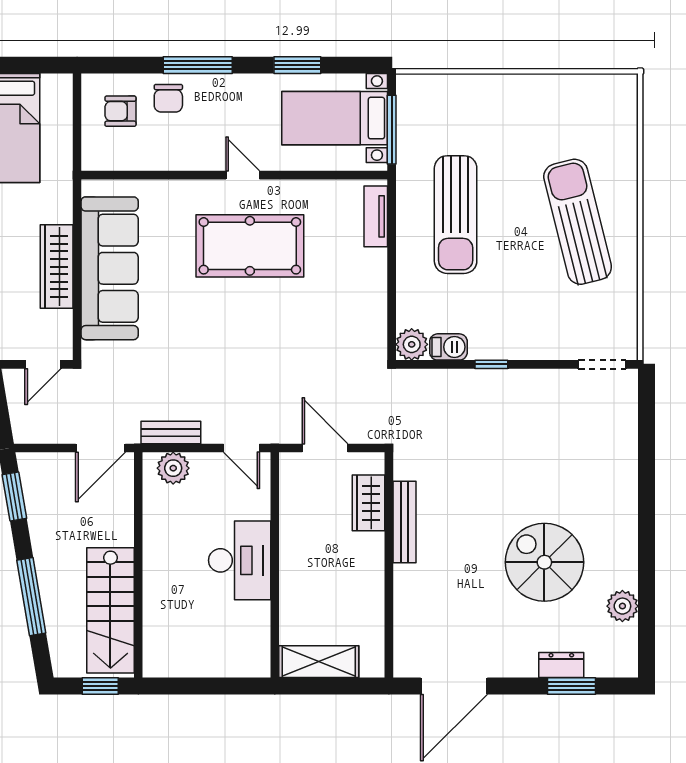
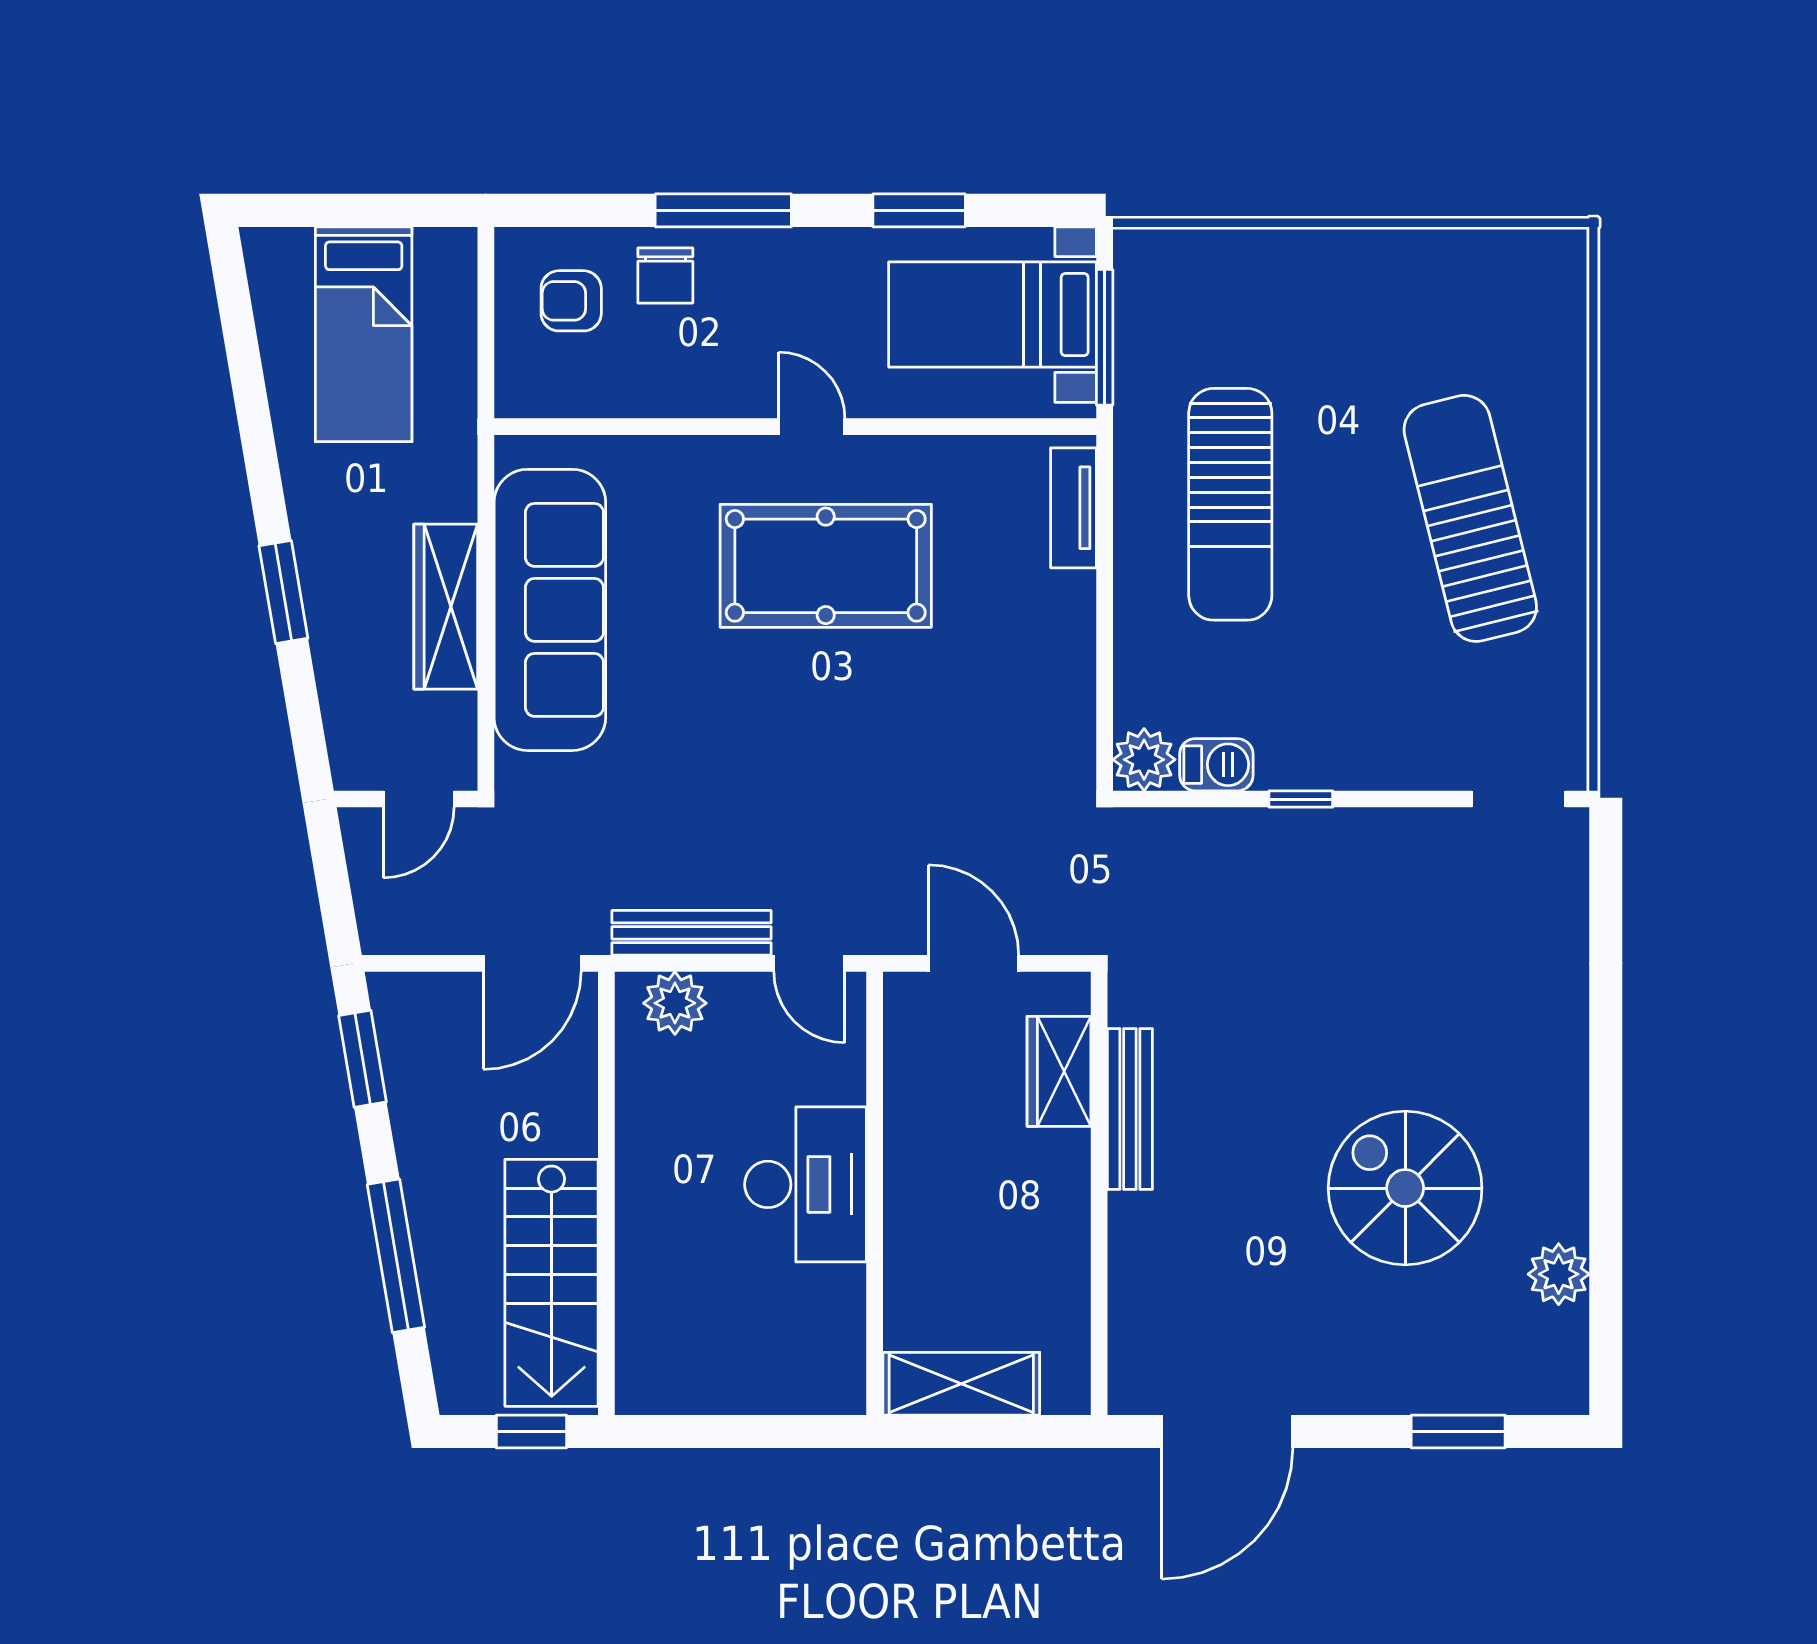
bench: (171, 432) -> (692, 933), width x1.36
dresser: (561, 665) -> (1438, 1390), removed

